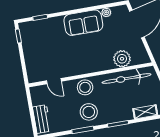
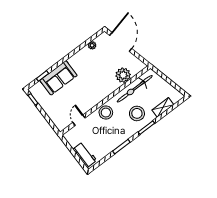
sofa: (83, 23) -> (58, 78), moved
door: (54, 81) -> (79, 120), swing flipped
stool: (89, 112) -> (137, 113), moved

